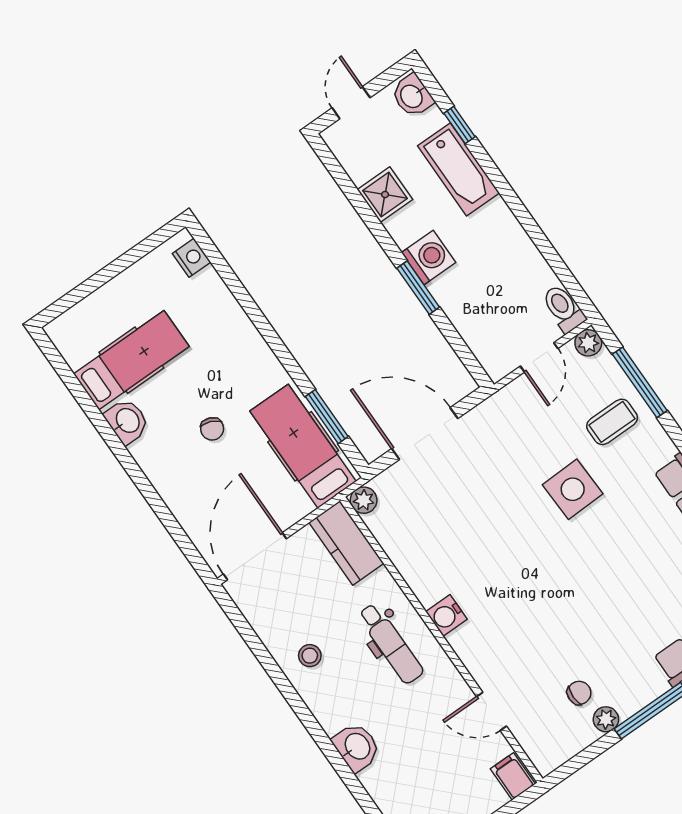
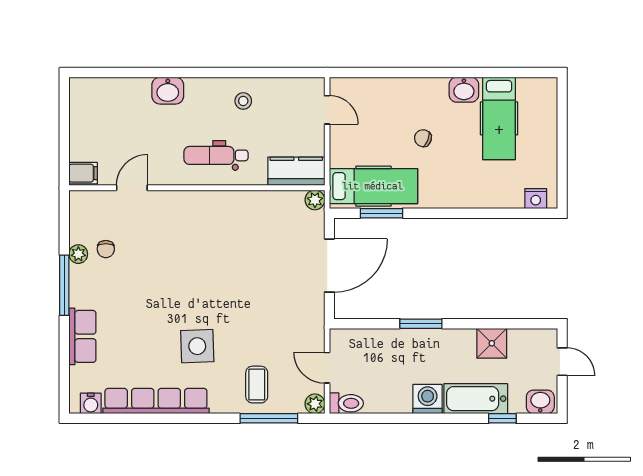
washing machine: (429, 257) -> (428, 399), moved, turned 180
side table: (573, 489) -> (197, 346), moved
door: (255, 556) -> (327, 110), width x0.53
water cooler: (446, 615) -> (209, 201), removed

